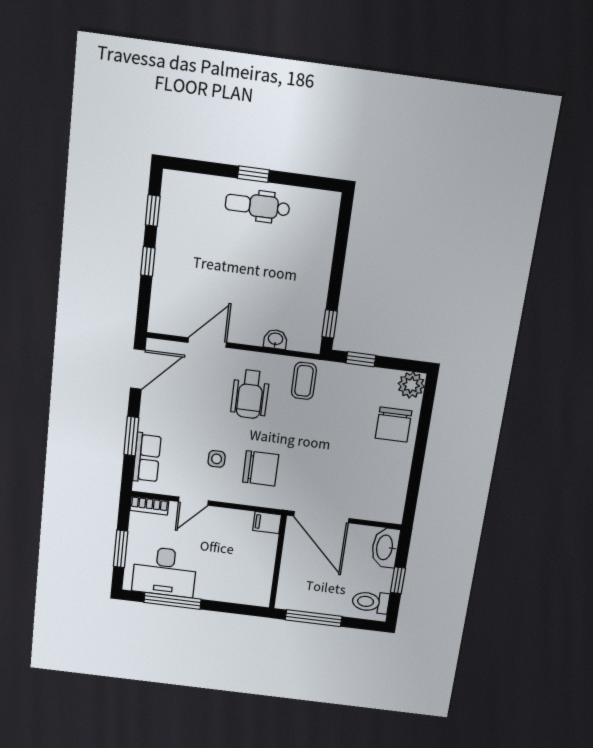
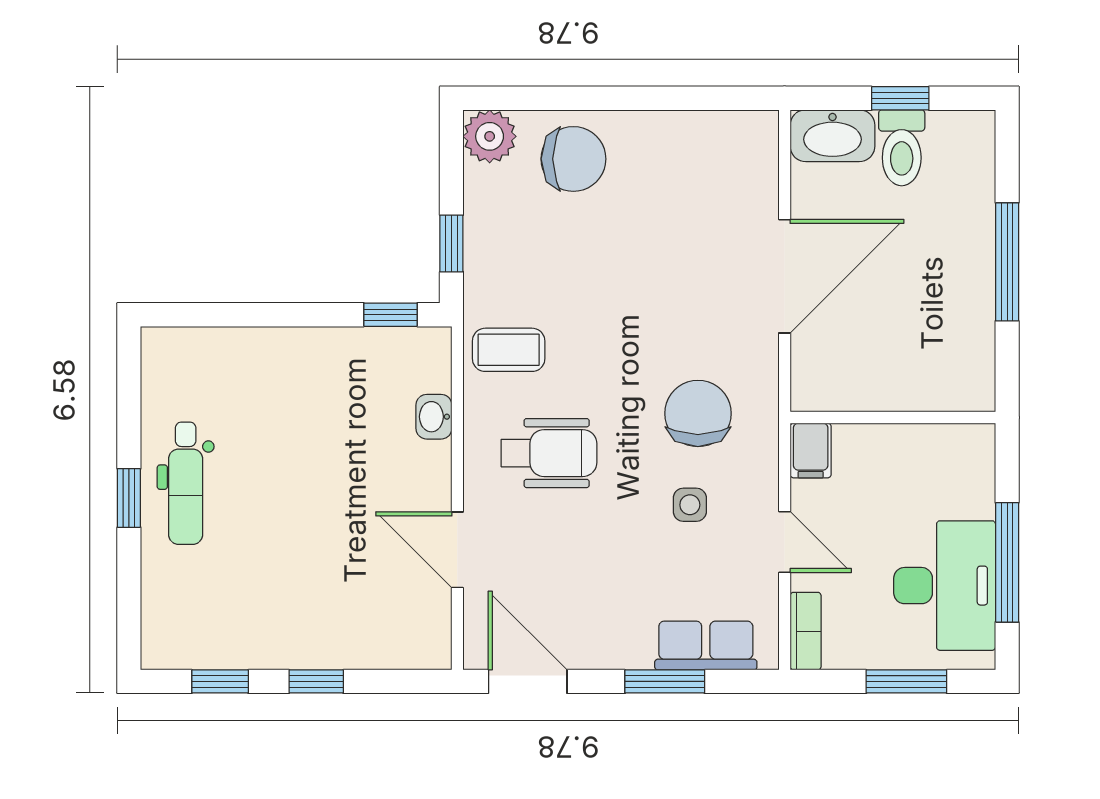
filing cabinet: (267, 523) -> (811, 450), moved
wall: (278, 562) -> (893, 418), moved
toilet: (371, 602) -> (902, 148), moved

